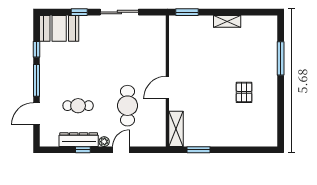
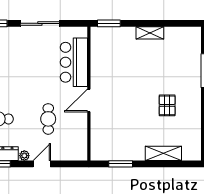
bar counter: (153, 50) -> (74, 62), added
cafe table: (128, 106) -> (48, 119), width x0.73, depth x0.74
shelving: (176, 129) -> (163, 153), moved, turned 90

